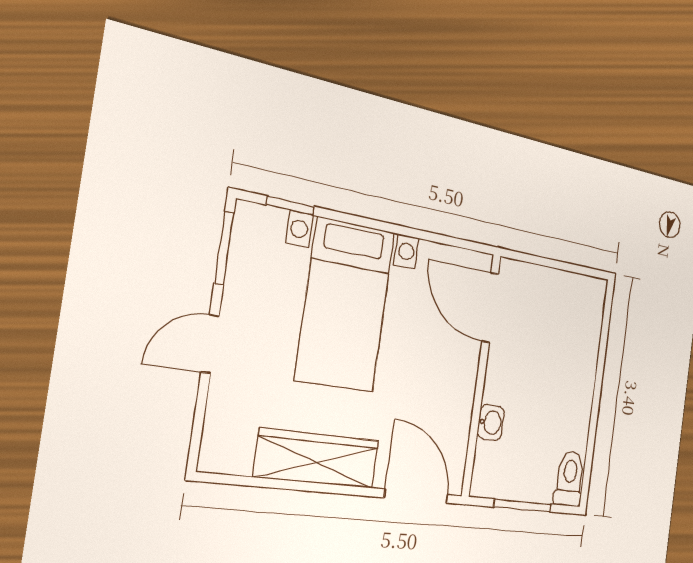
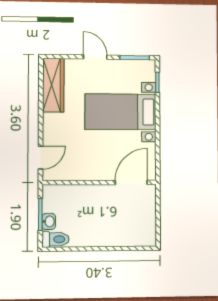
washbasin: (491, 422) -> (49, 221), moved, turned -90
wardrobe: (317, 459) -> (53, 85), moved
door: (416, 496) -> (41, 158), width x0.73

